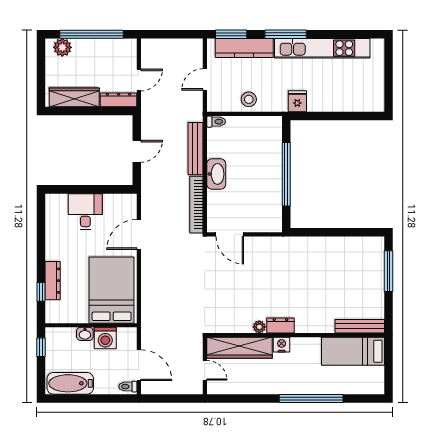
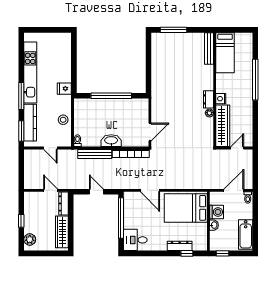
window: (91, 34) -> (21, 221), width x0.32
window: (96, 189) -> (121, 218), added
desk: (85, 212) -> (135, 240), moved

